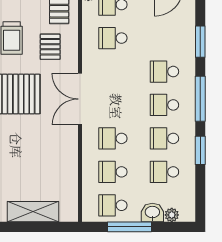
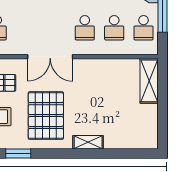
shelving: (33, 212) -> (149, 81), moved

